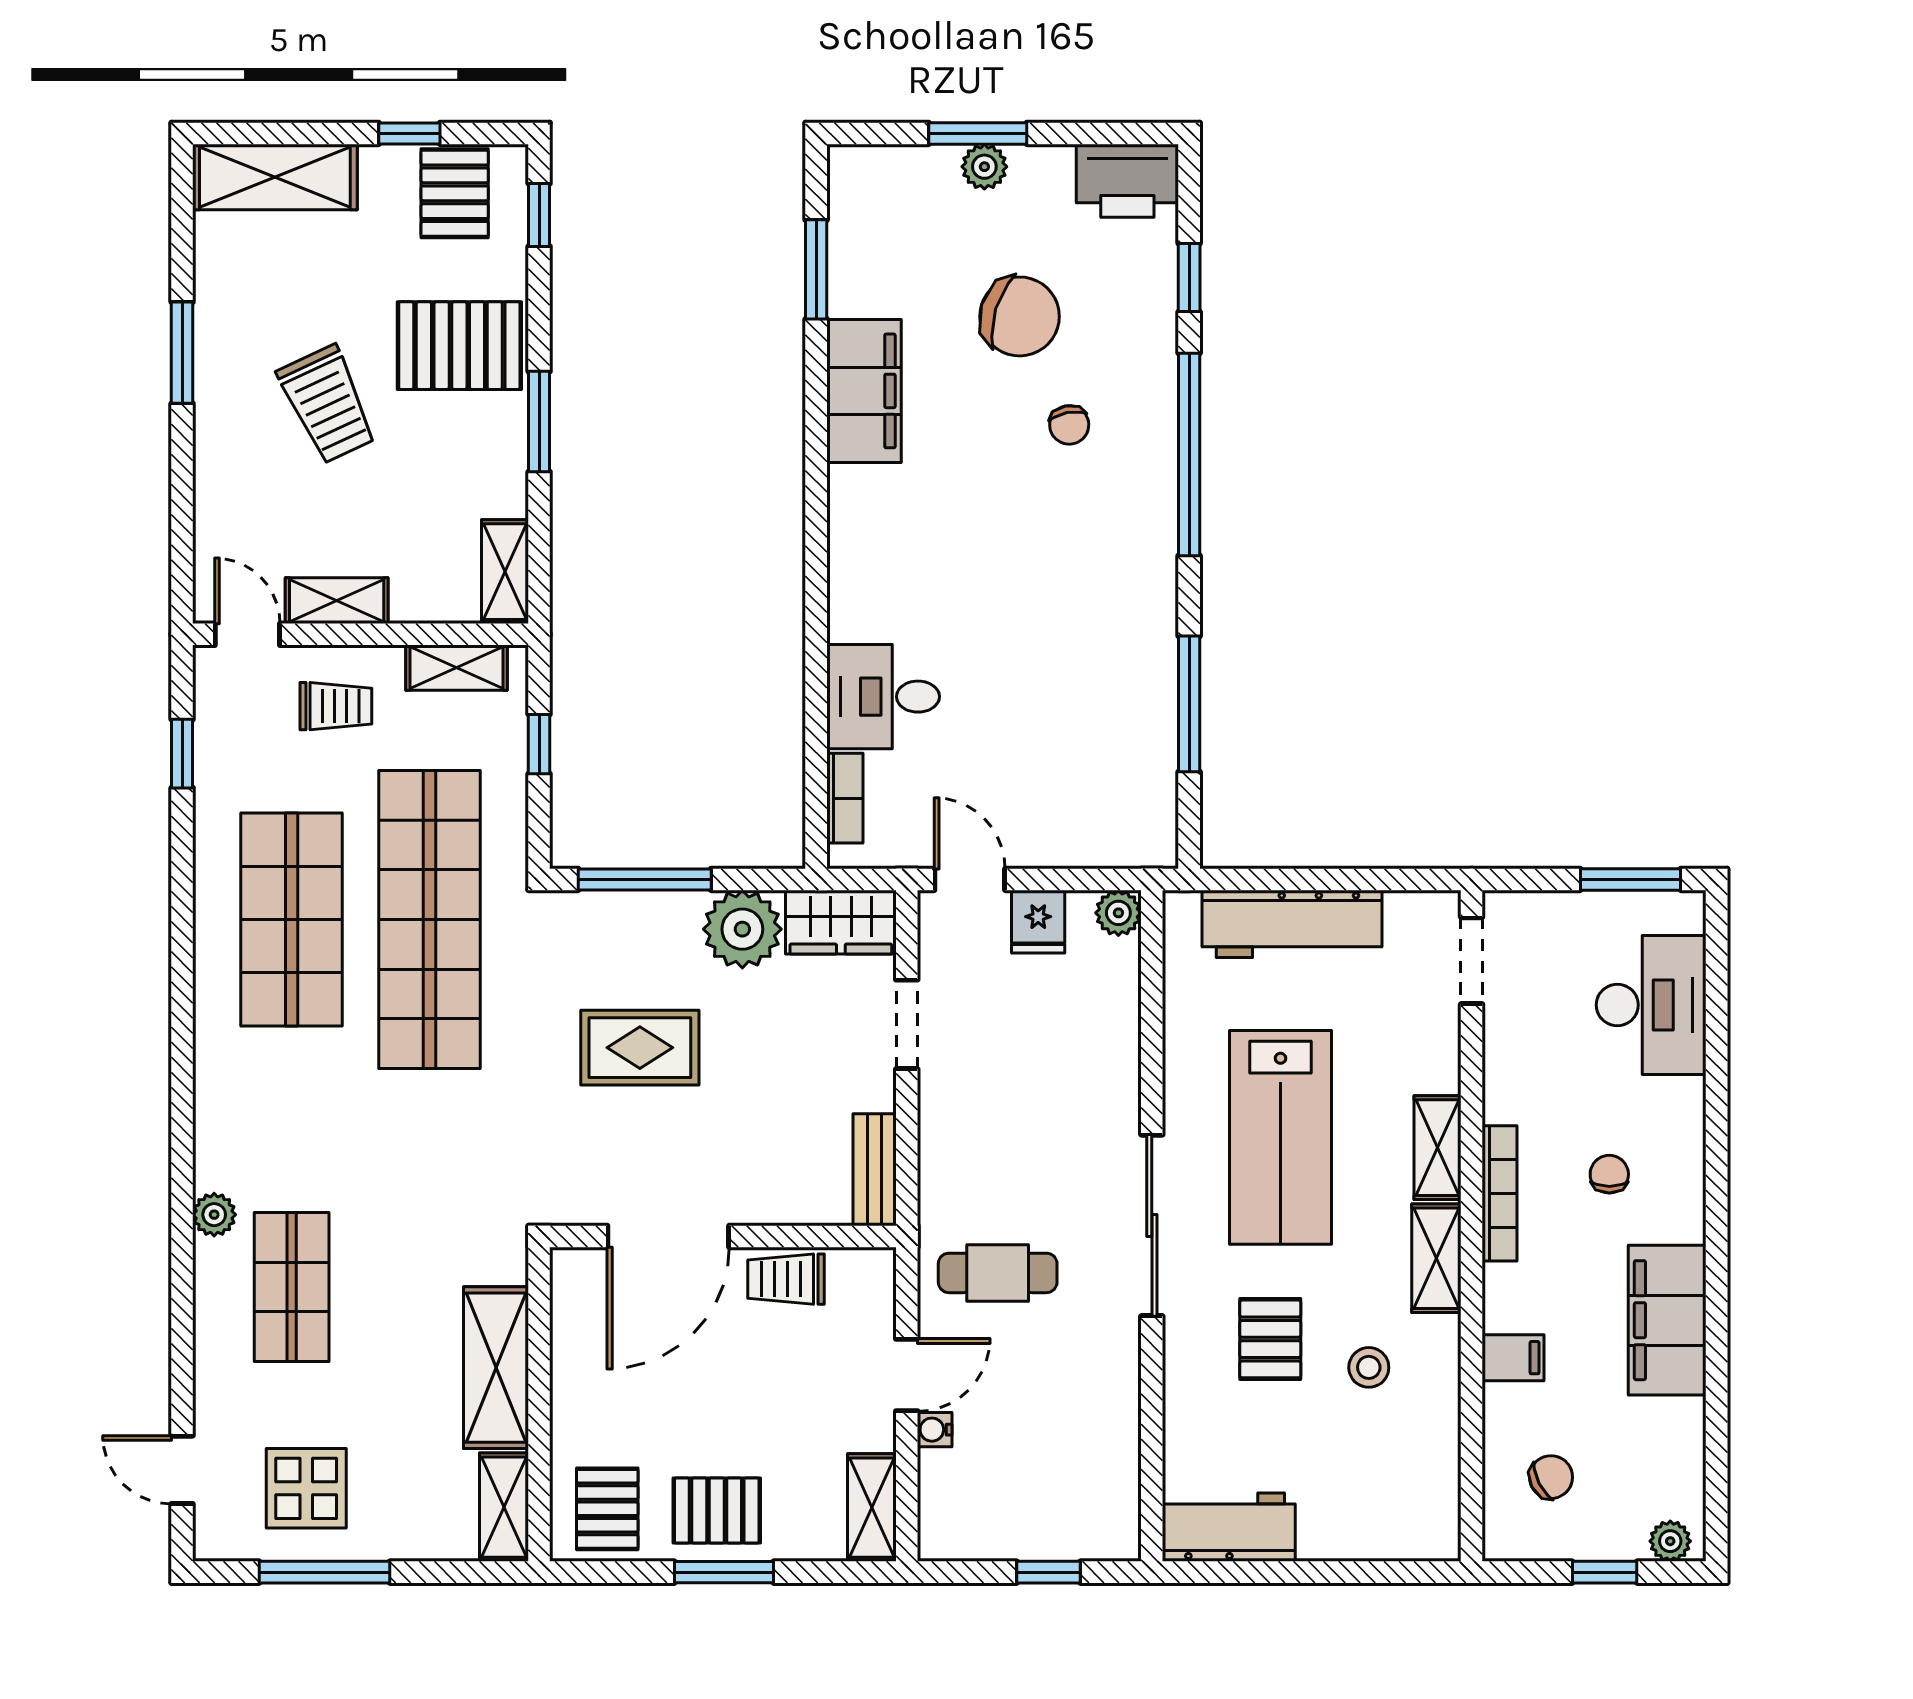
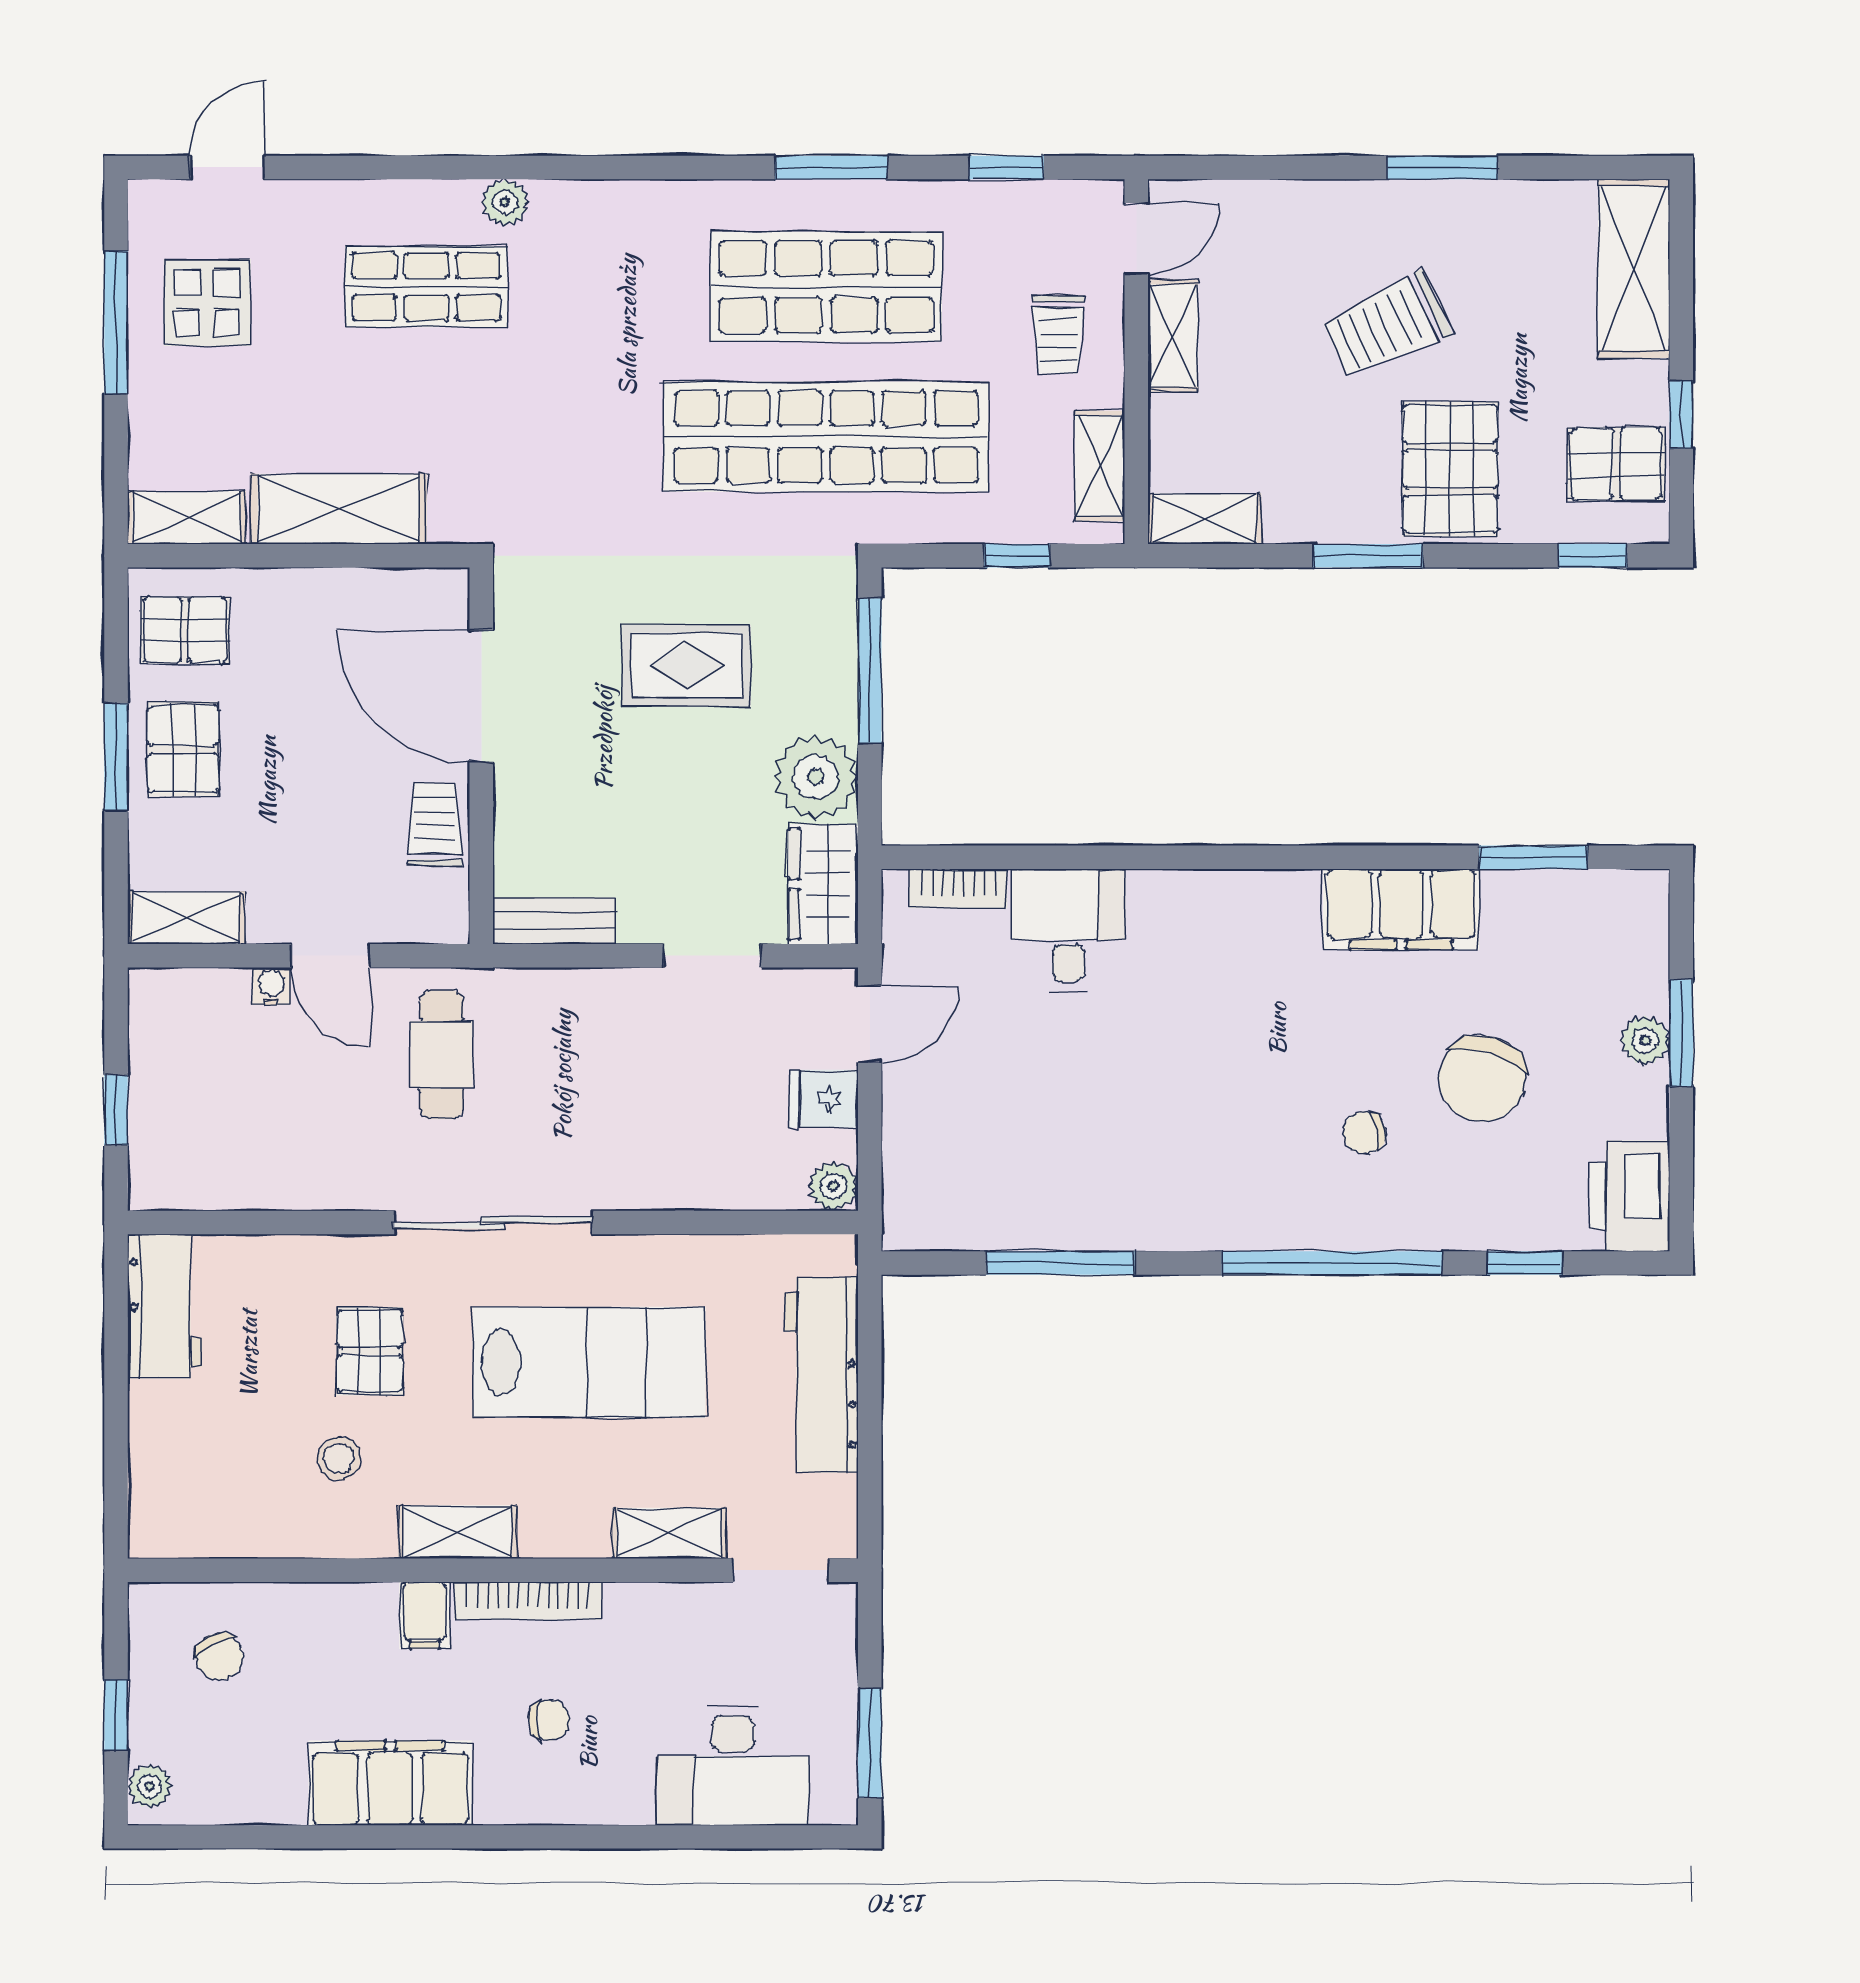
window: (182, 915) -> (831, 167), added
rug: (640, 1048) -> (687, 666), turned 90
lab bench: (1280, 1137) -> (589, 1362), turned 180
shelving: (1437, 1148) -> (669, 1533), moved
pallet: (1270, 1339) -> (370, 1351), turned 90
filing cabinet: (1513, 1358) -> (425, 1615), moved

